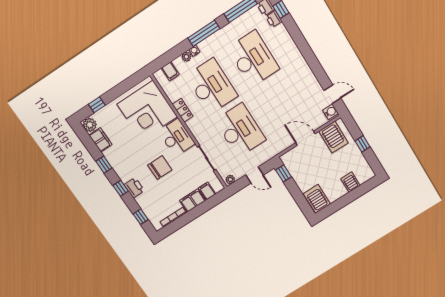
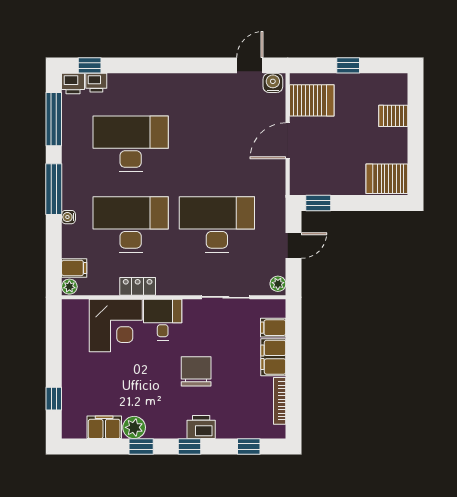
plant: (186, 57) -> (69, 287), moved
corner desk: (147, 110) -> (116, 326), width x0.74, depth x0.74
plant: (90, 125) -> (134, 427), moved
desk: (177, 138) -> (163, 320), width x0.73

